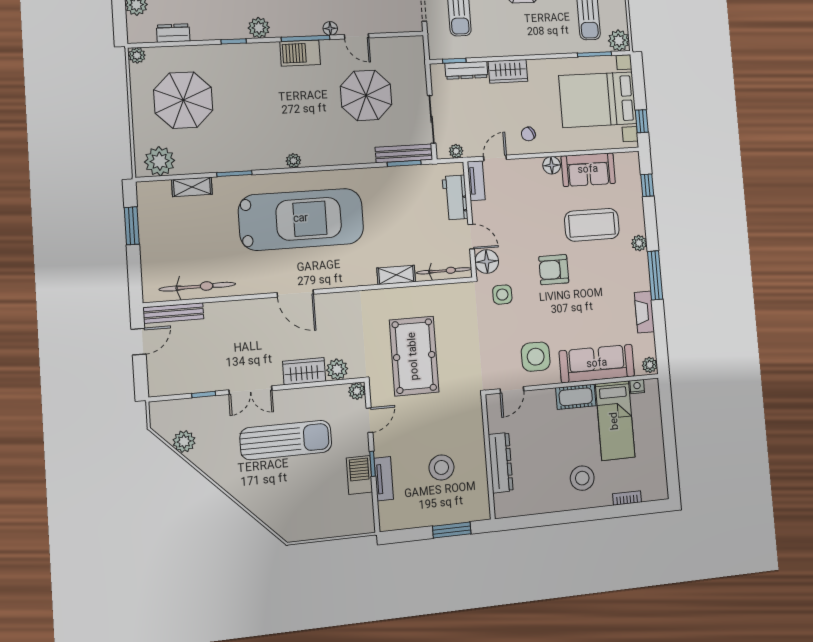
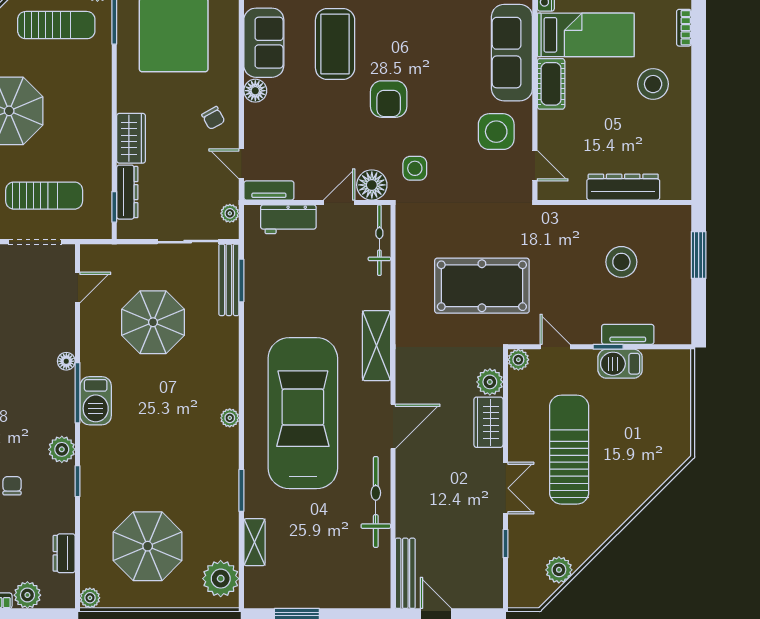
door: (357, 36) -> (78, 288), moved
shelving: (396, 275) -> (377, 346), moved, width x1.50, depth x1.33
bicycle: (197, 287) -> (376, 502), moved

